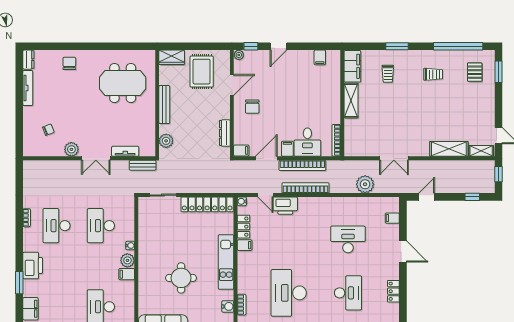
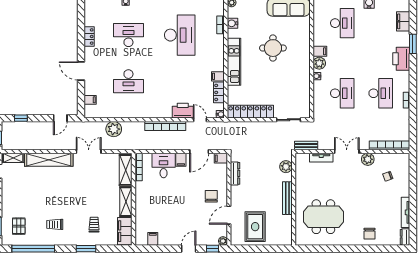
wardrobe: (172, 57) -> (281, 239), removed
shelving: (351, 137) -> (126, 170), added
shelving: (449, 149) -> (49, 160), width x1.47
bookcase: (302, 165) -> (390, 145), moved
desk: (348, 293) -> (128, 35), turned 90

